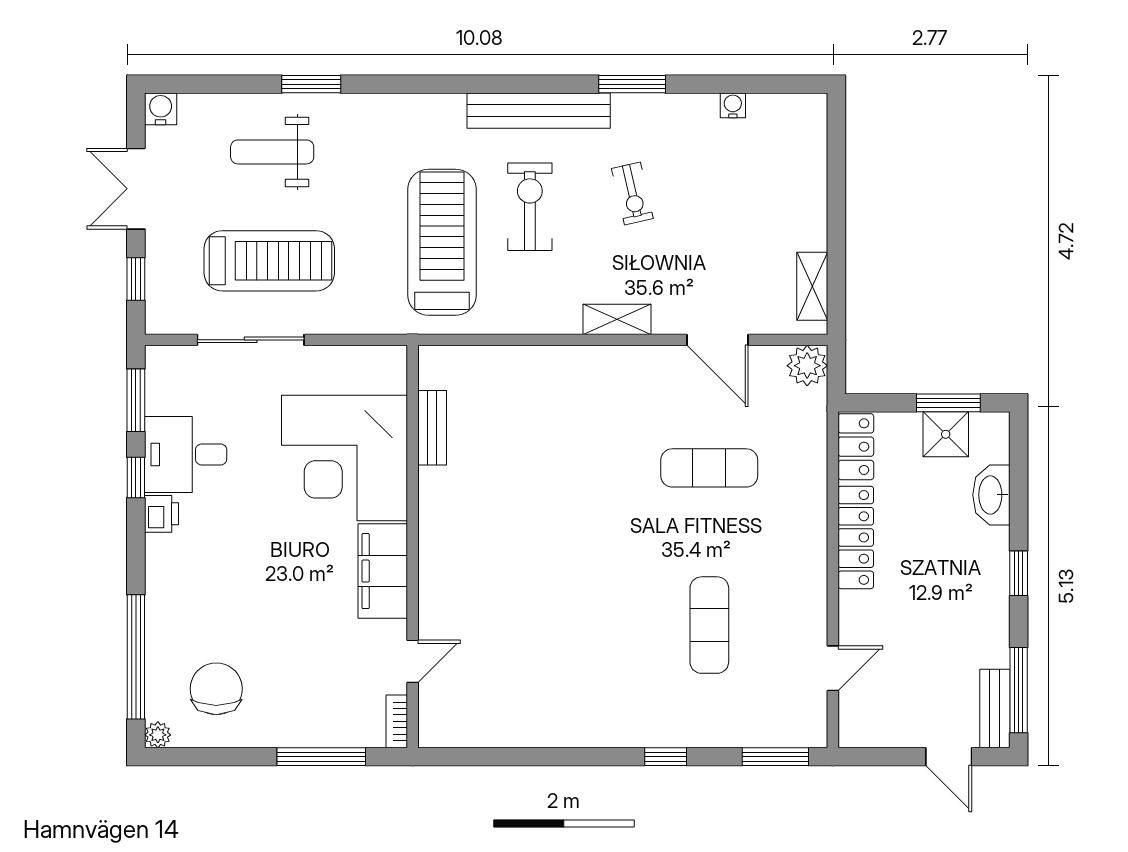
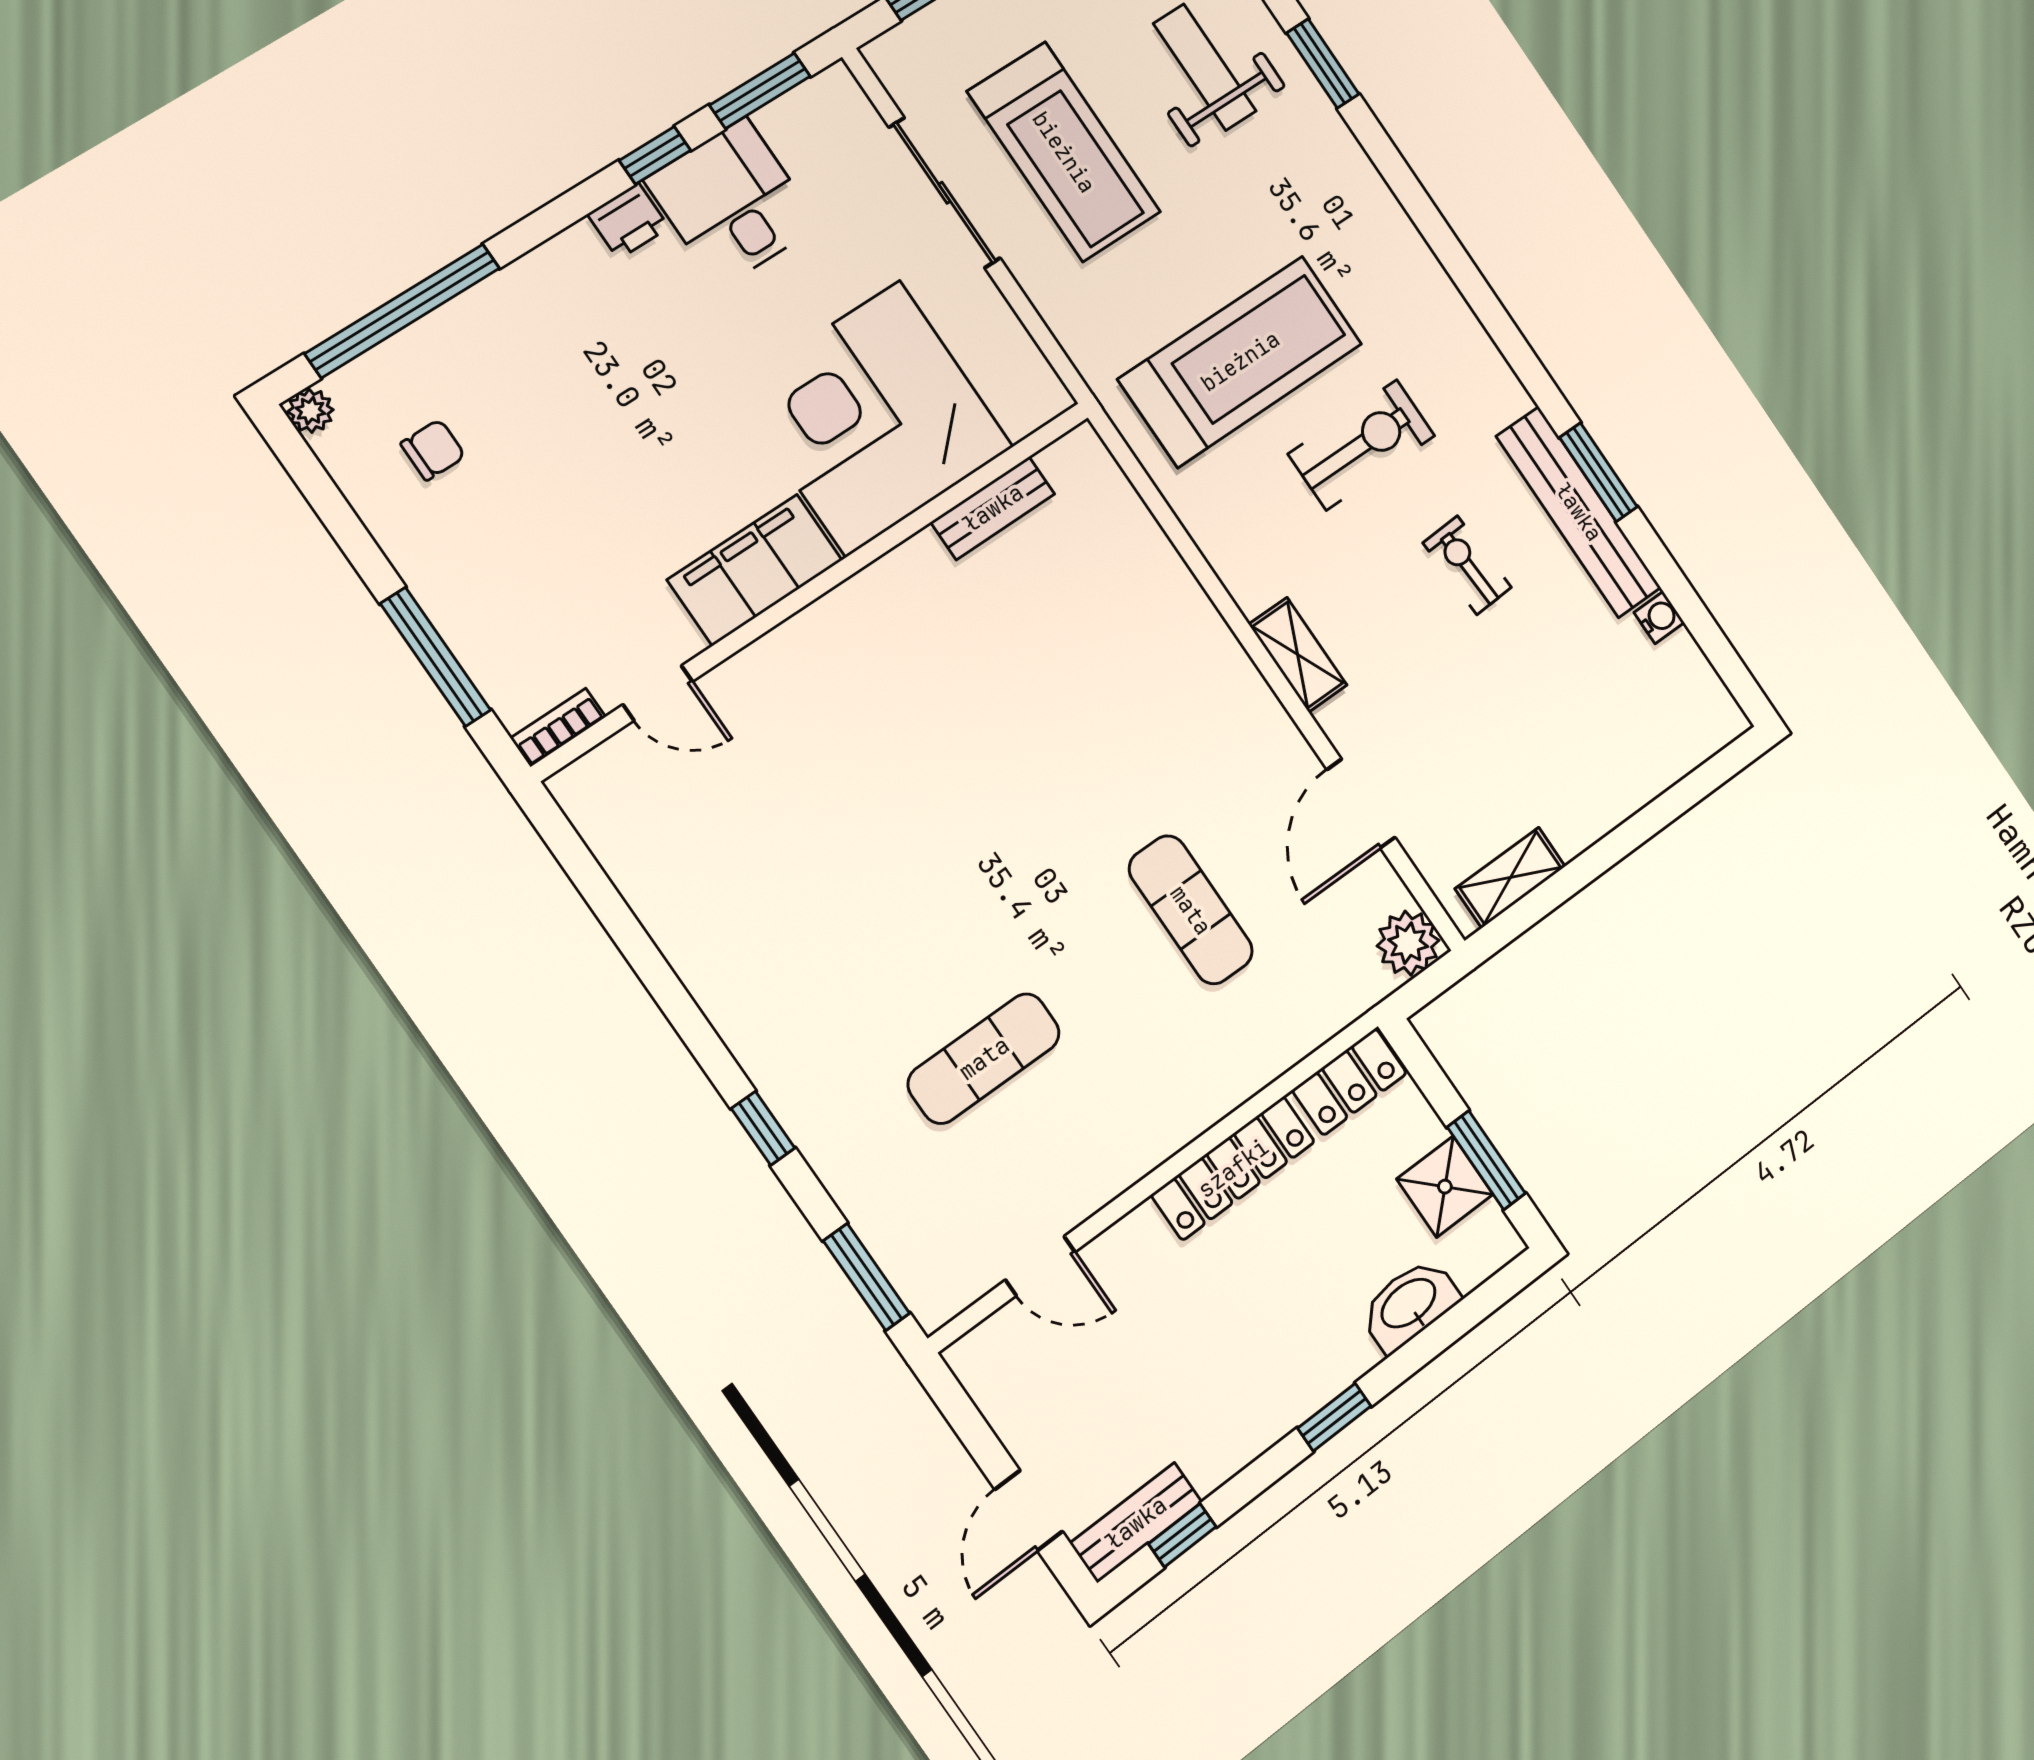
bench: (539, 111) -> (1579, 512), moved
exercise bike: (632, 193) -> (1467, 565), turned 100
chair: (216, 689) -> (433, 450), width x0.54, depth x0.54
window: (1019, 690) -> (1182, 1535), width x0.46

